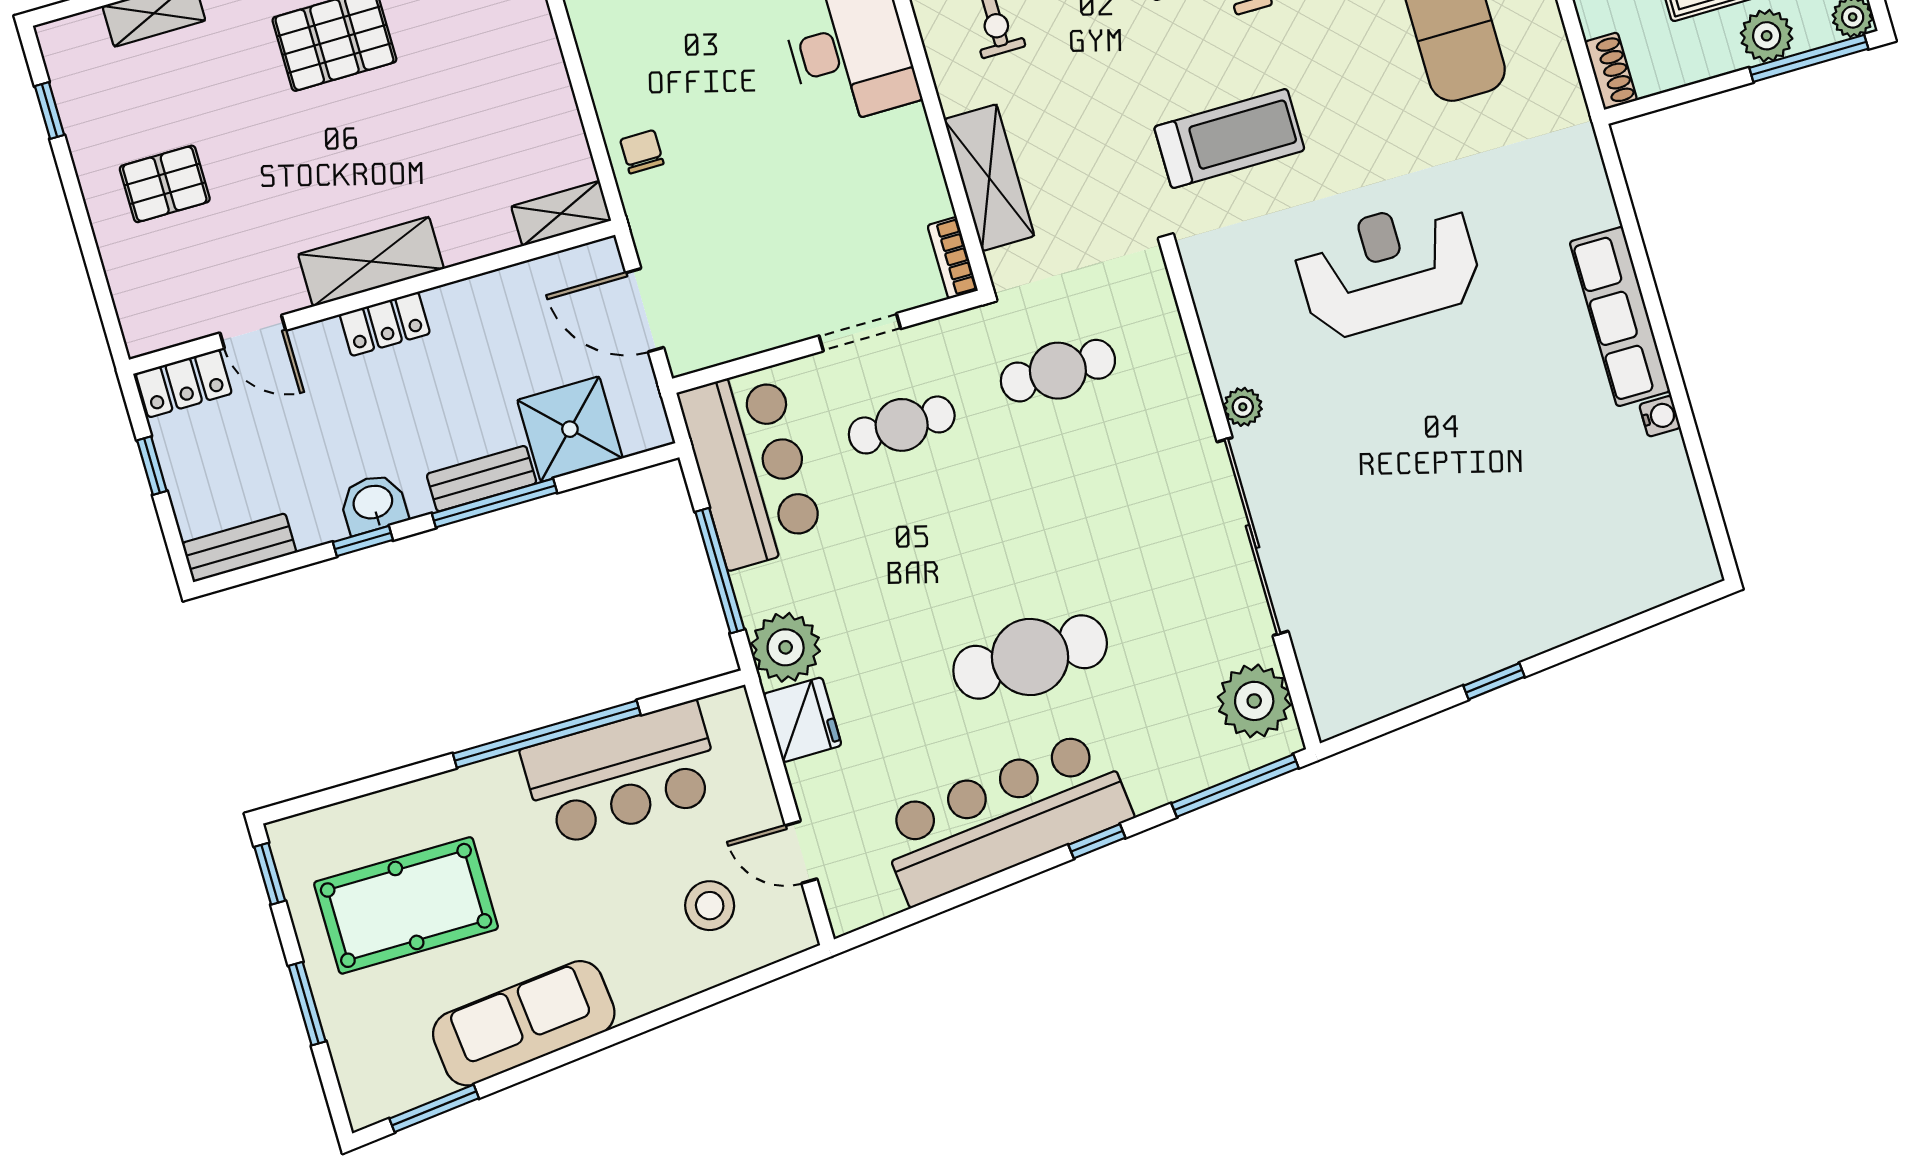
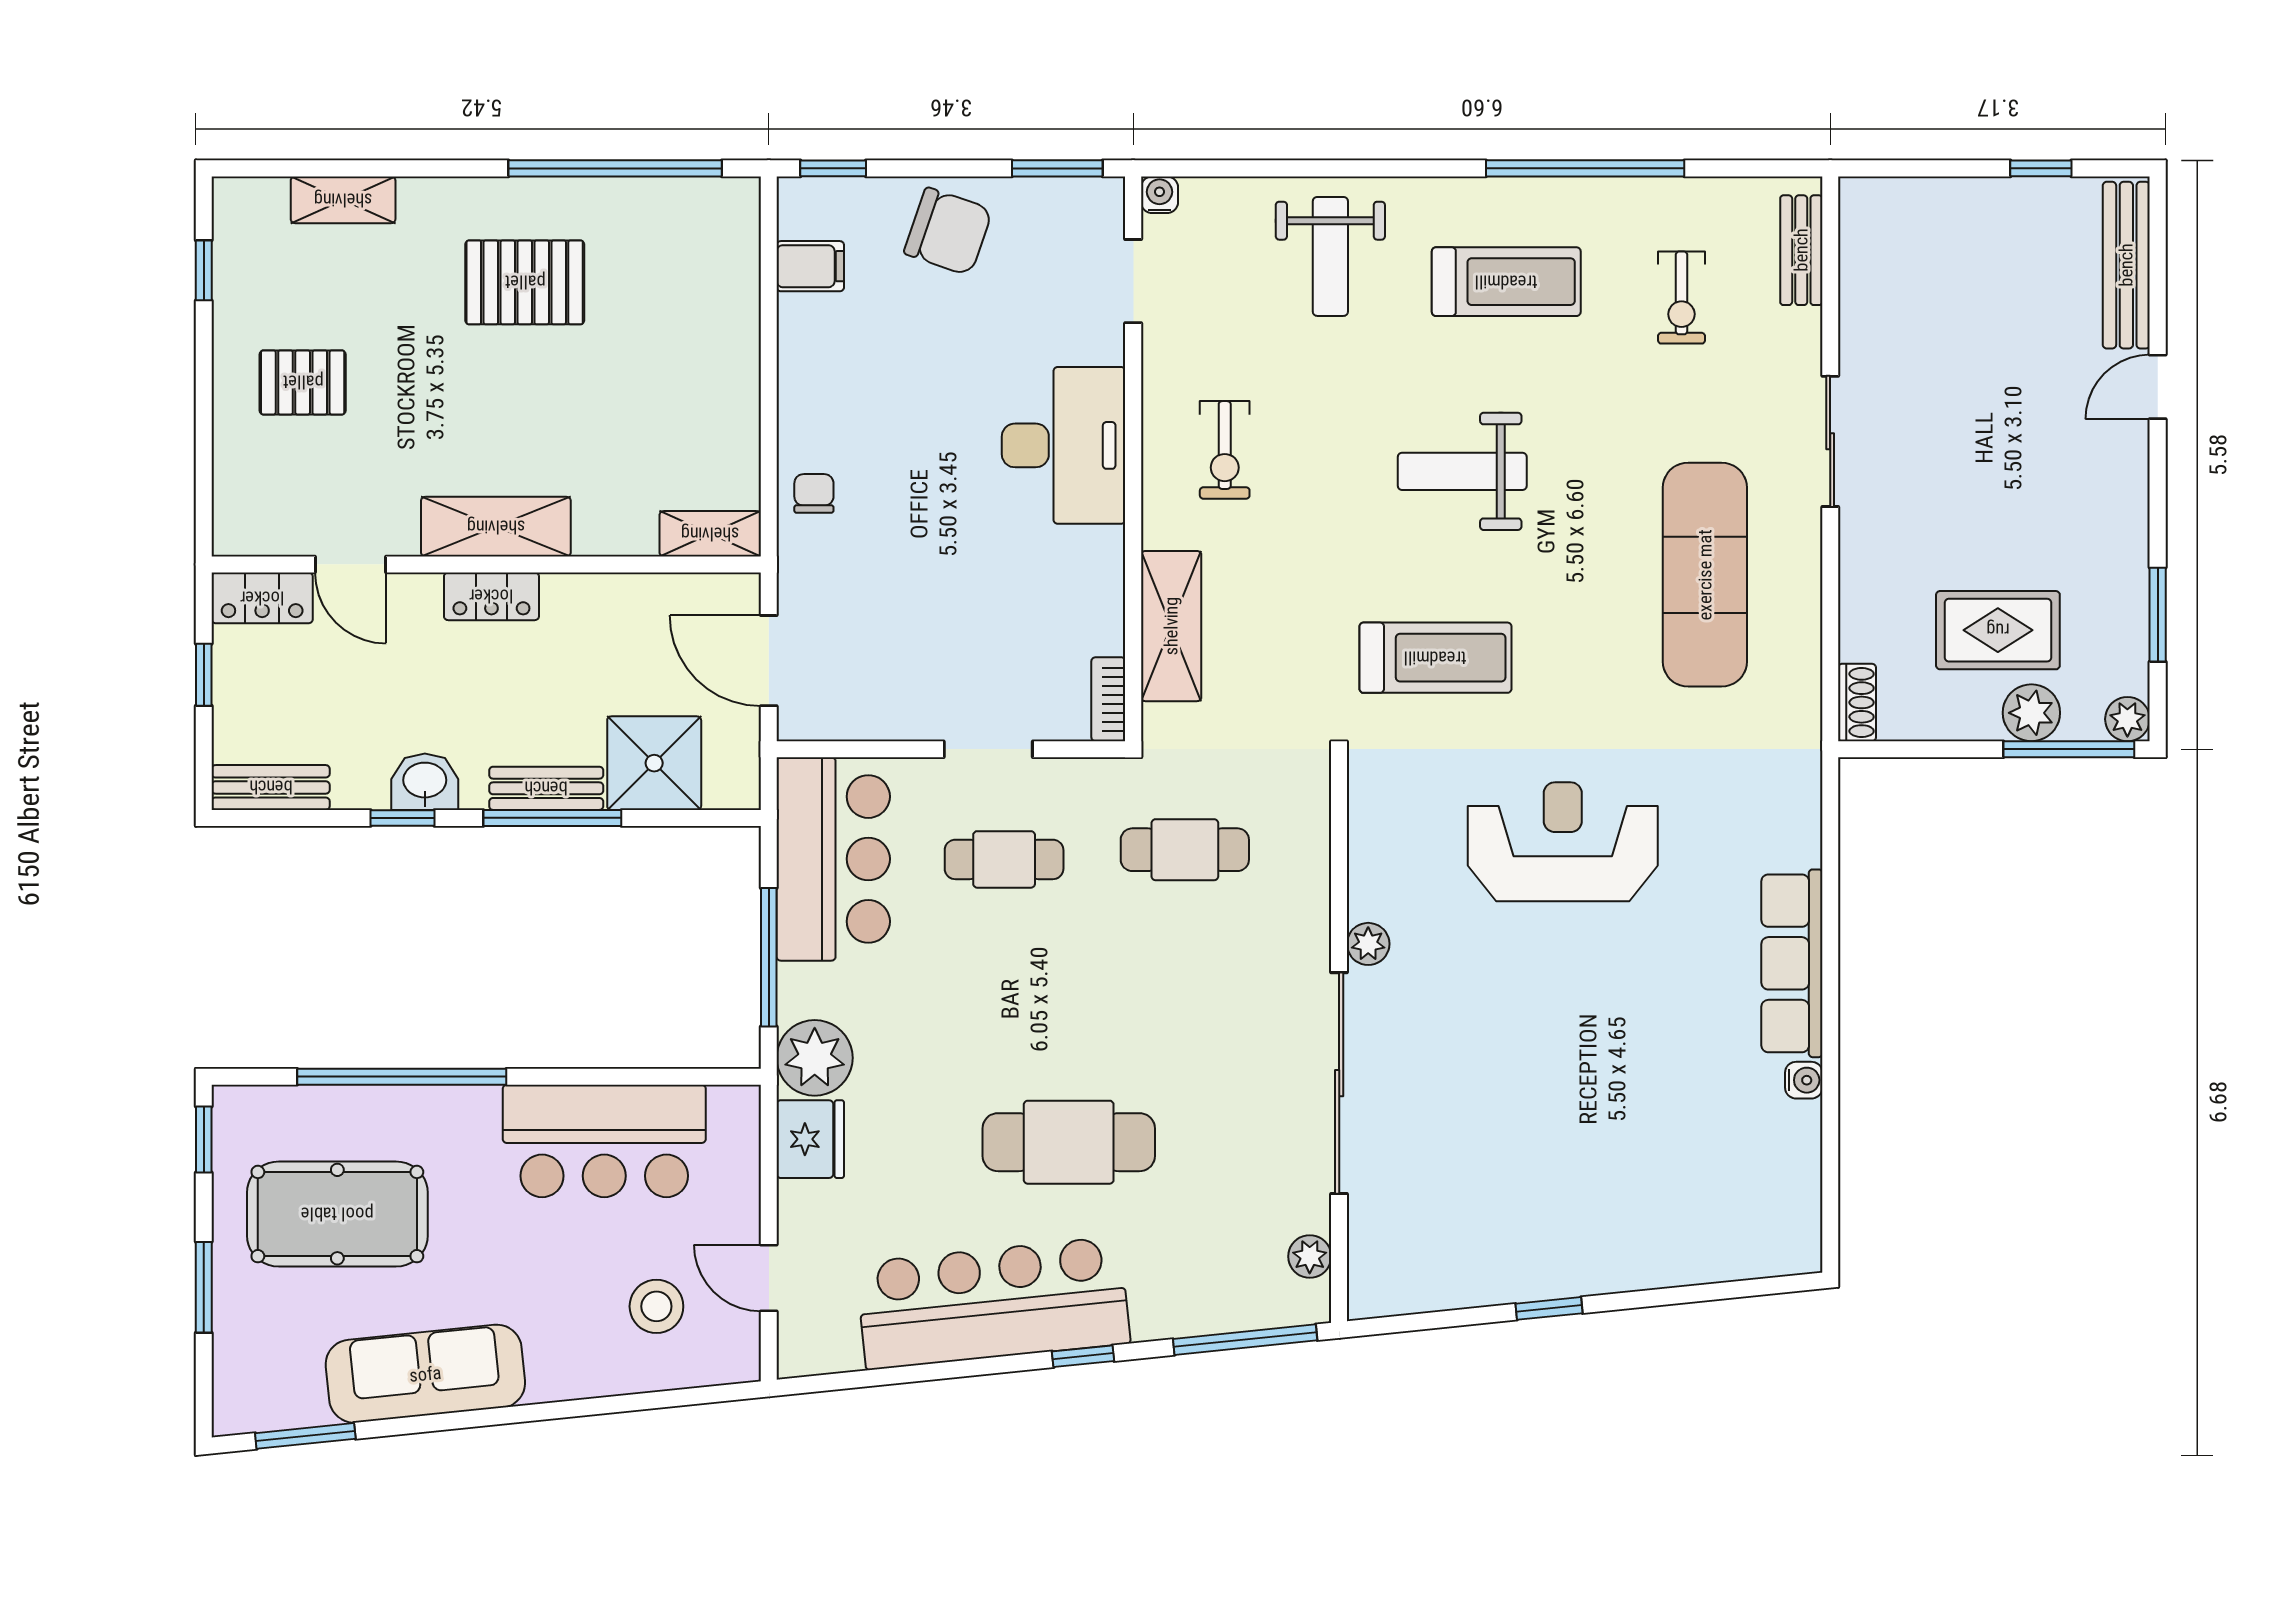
plant: (1254, 701) -> (1310, 1256), width x0.53, depth x0.53
window: (547, 734) -> (402, 1077), moved

